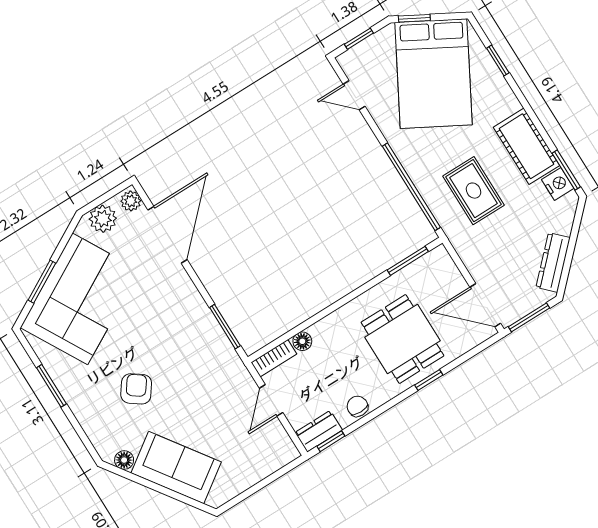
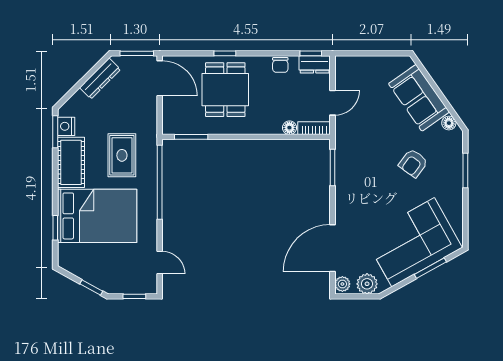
bed: (434, 74) -> (97, 216), moved, turned 61
window: (51, 386) -> (465, 170), moved

